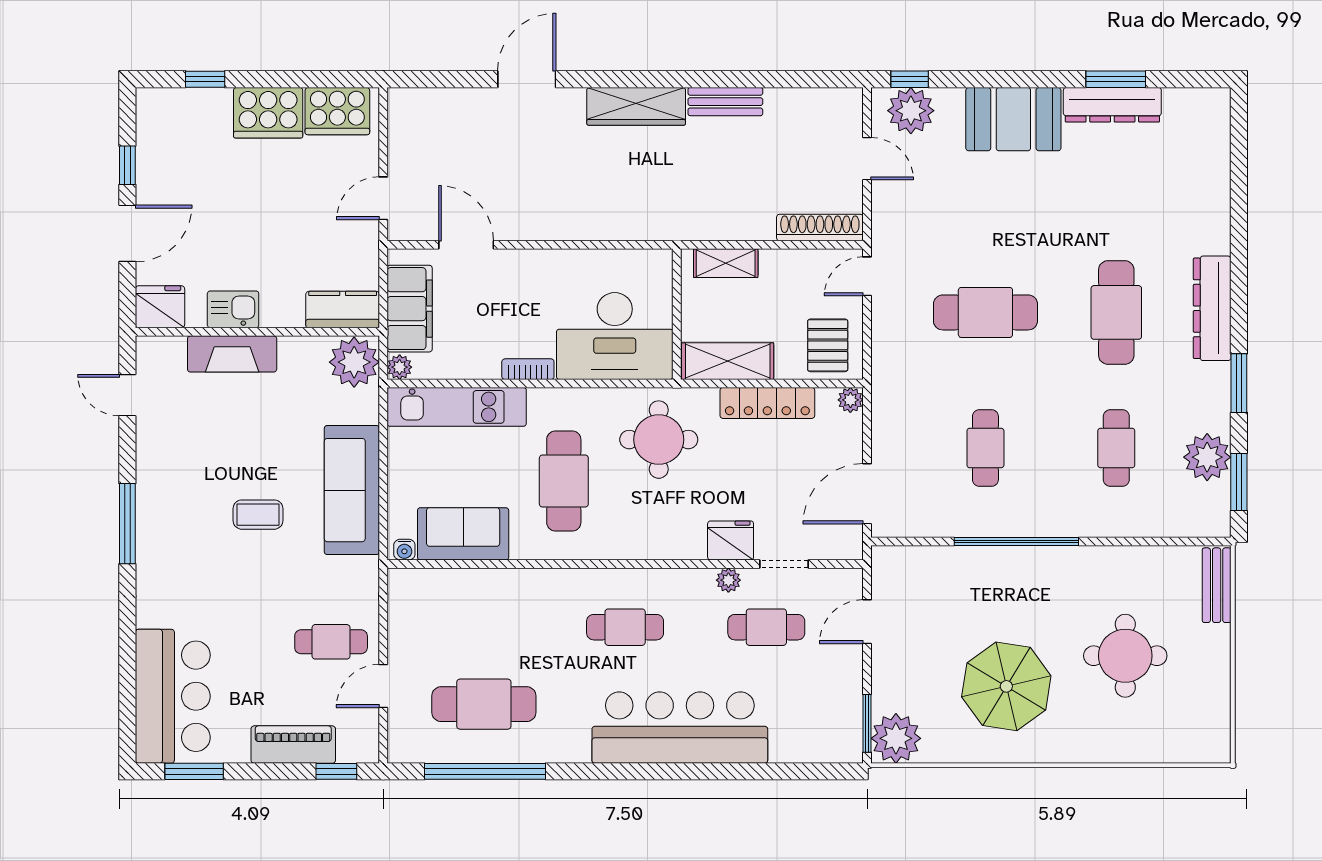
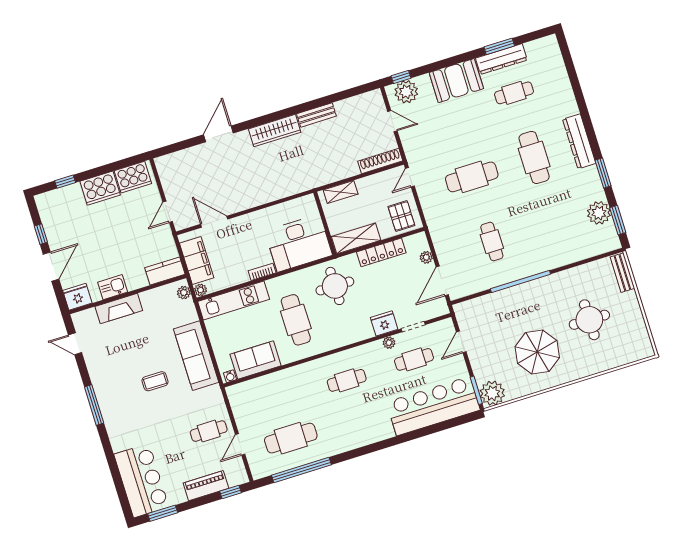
plant: (354, 362) -> (184, 293), width x0.53, depth x0.53
plant: (850, 400) -> (426, 257), moved
cafe table: (1116, 448) -> (514, 93), moved, turned 90
bar counter: (680, 728) -> (433, 406), moved

